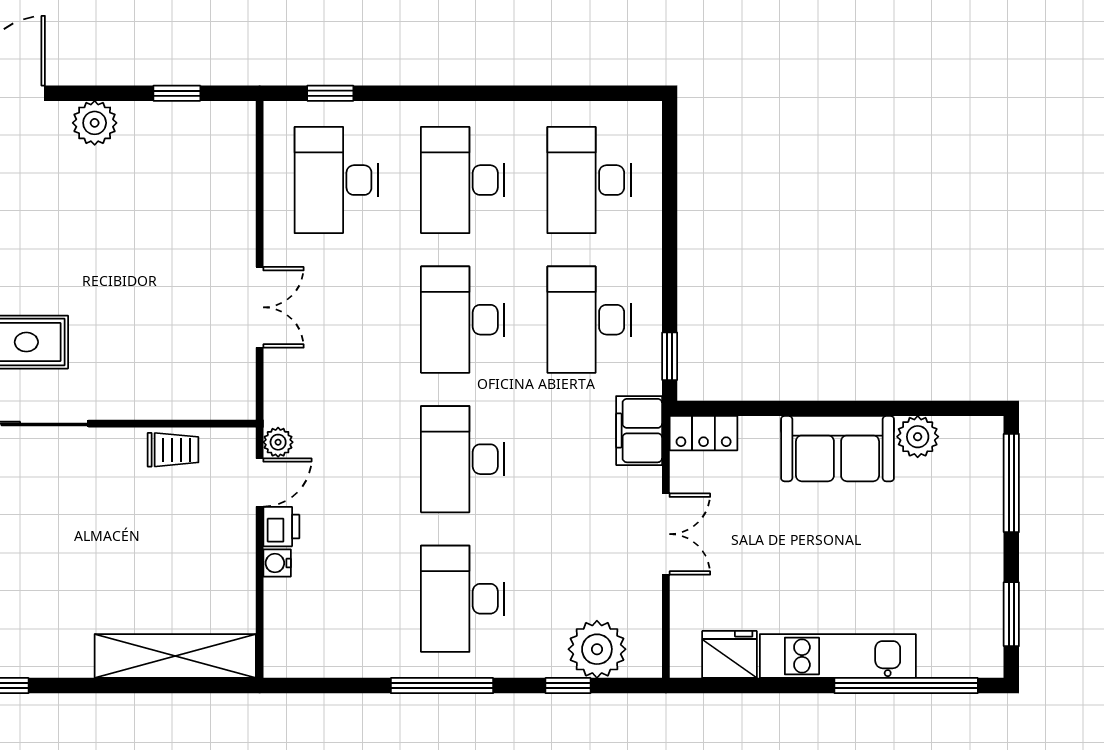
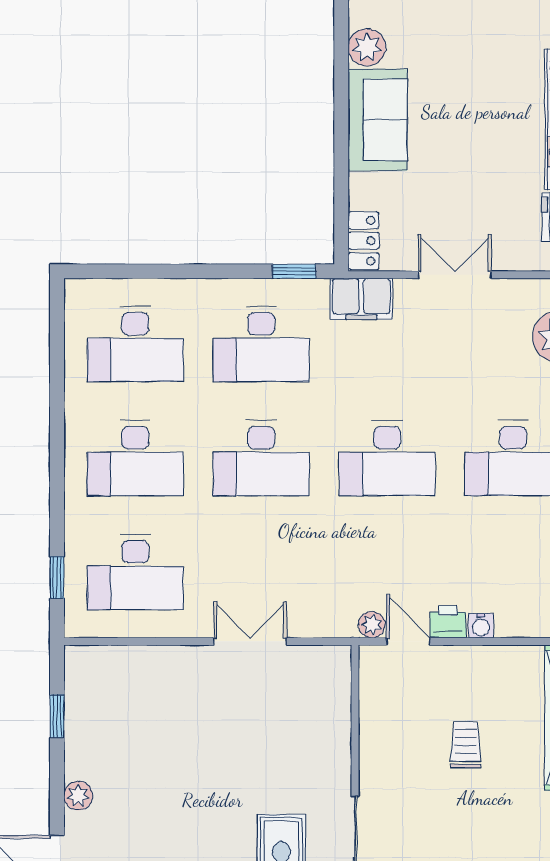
plant: (95, 123) -> (78, 796), width x0.73, depth x0.73
trolley: (173, 450) -> (465, 745), moved

